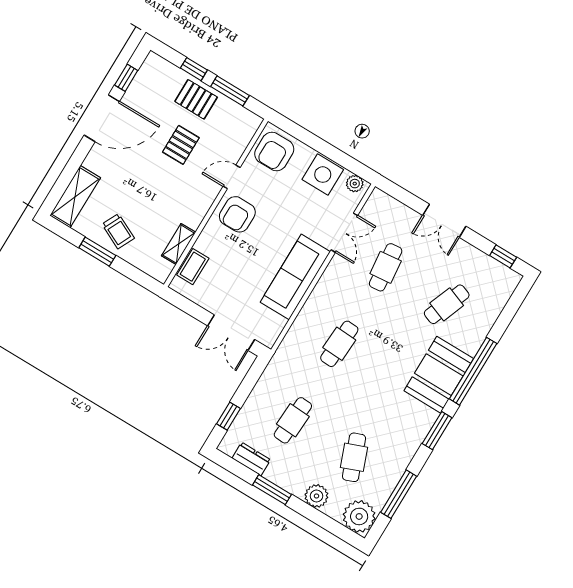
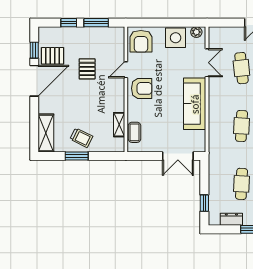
pallet: (196, 99) -> (53, 56), moved
armchair: (237, 214) -> (142, 88), turned -90

